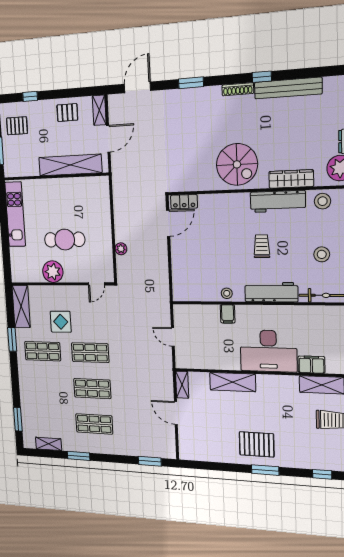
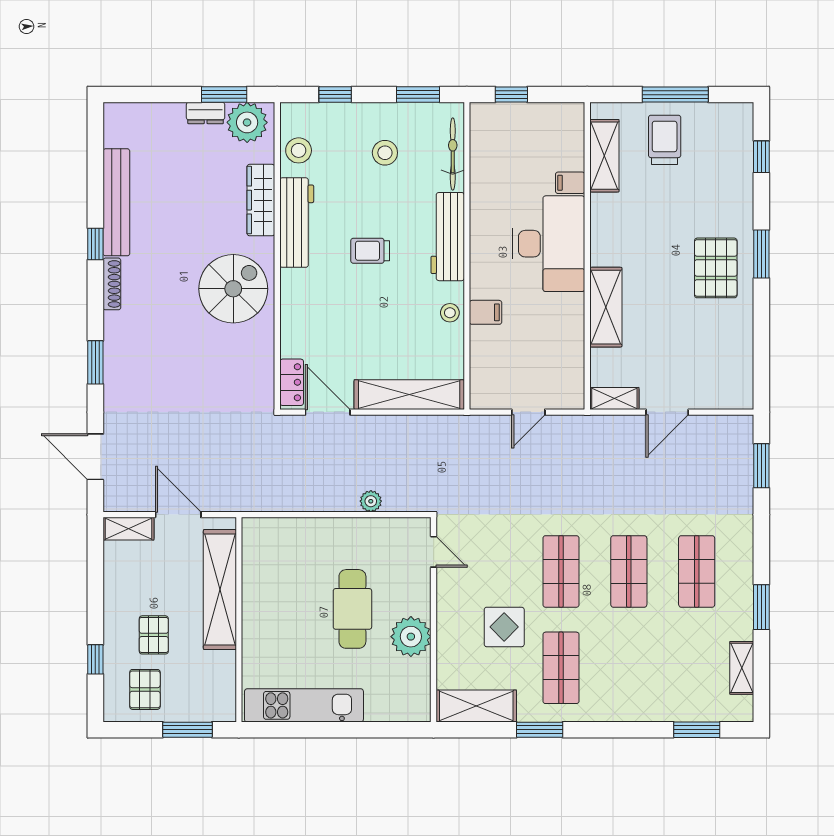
pallet: (67, 113) -> (154, 635), moved
shelving: (180, 270) -> (409, 395), added
filing cabinet: (311, 365) -> (570, 183), width x0.50

